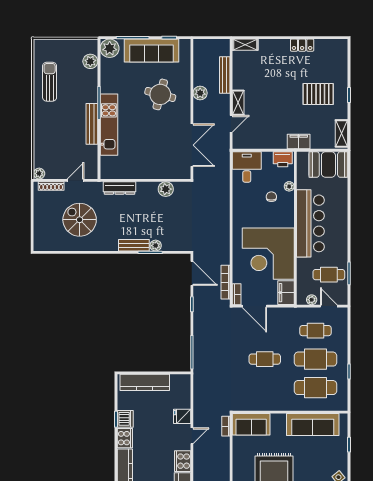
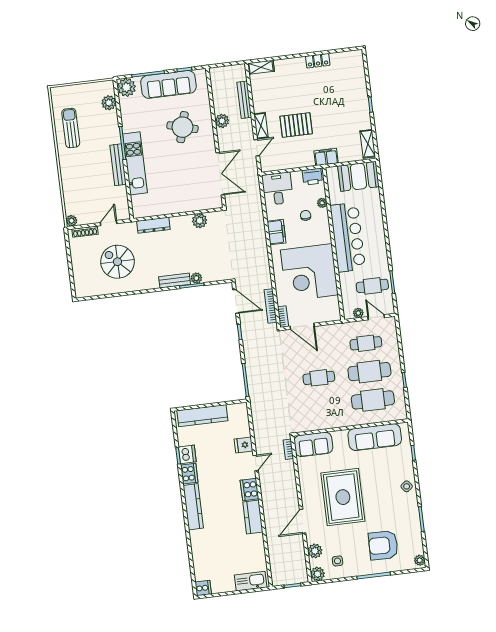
pallet: (318, 94) -> (296, 125), moved
filing cabinet: (286, 293) -> (276, 232), moved, turned 180

